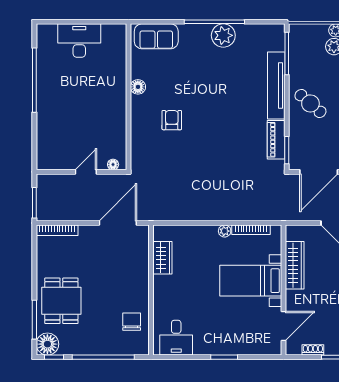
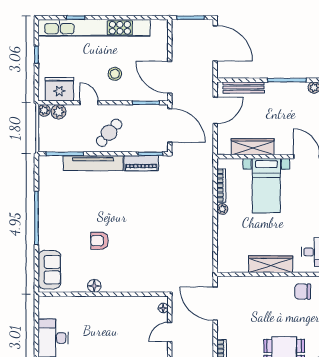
plant: (223, 35) -> (49, 210), removed
armchair: (172, 120) -> (99, 241), moved
door: (86, 172) -> (170, 332), hinge flipped
wardrobe: (162, 258) -> (271, 264), moved, width x1.50

